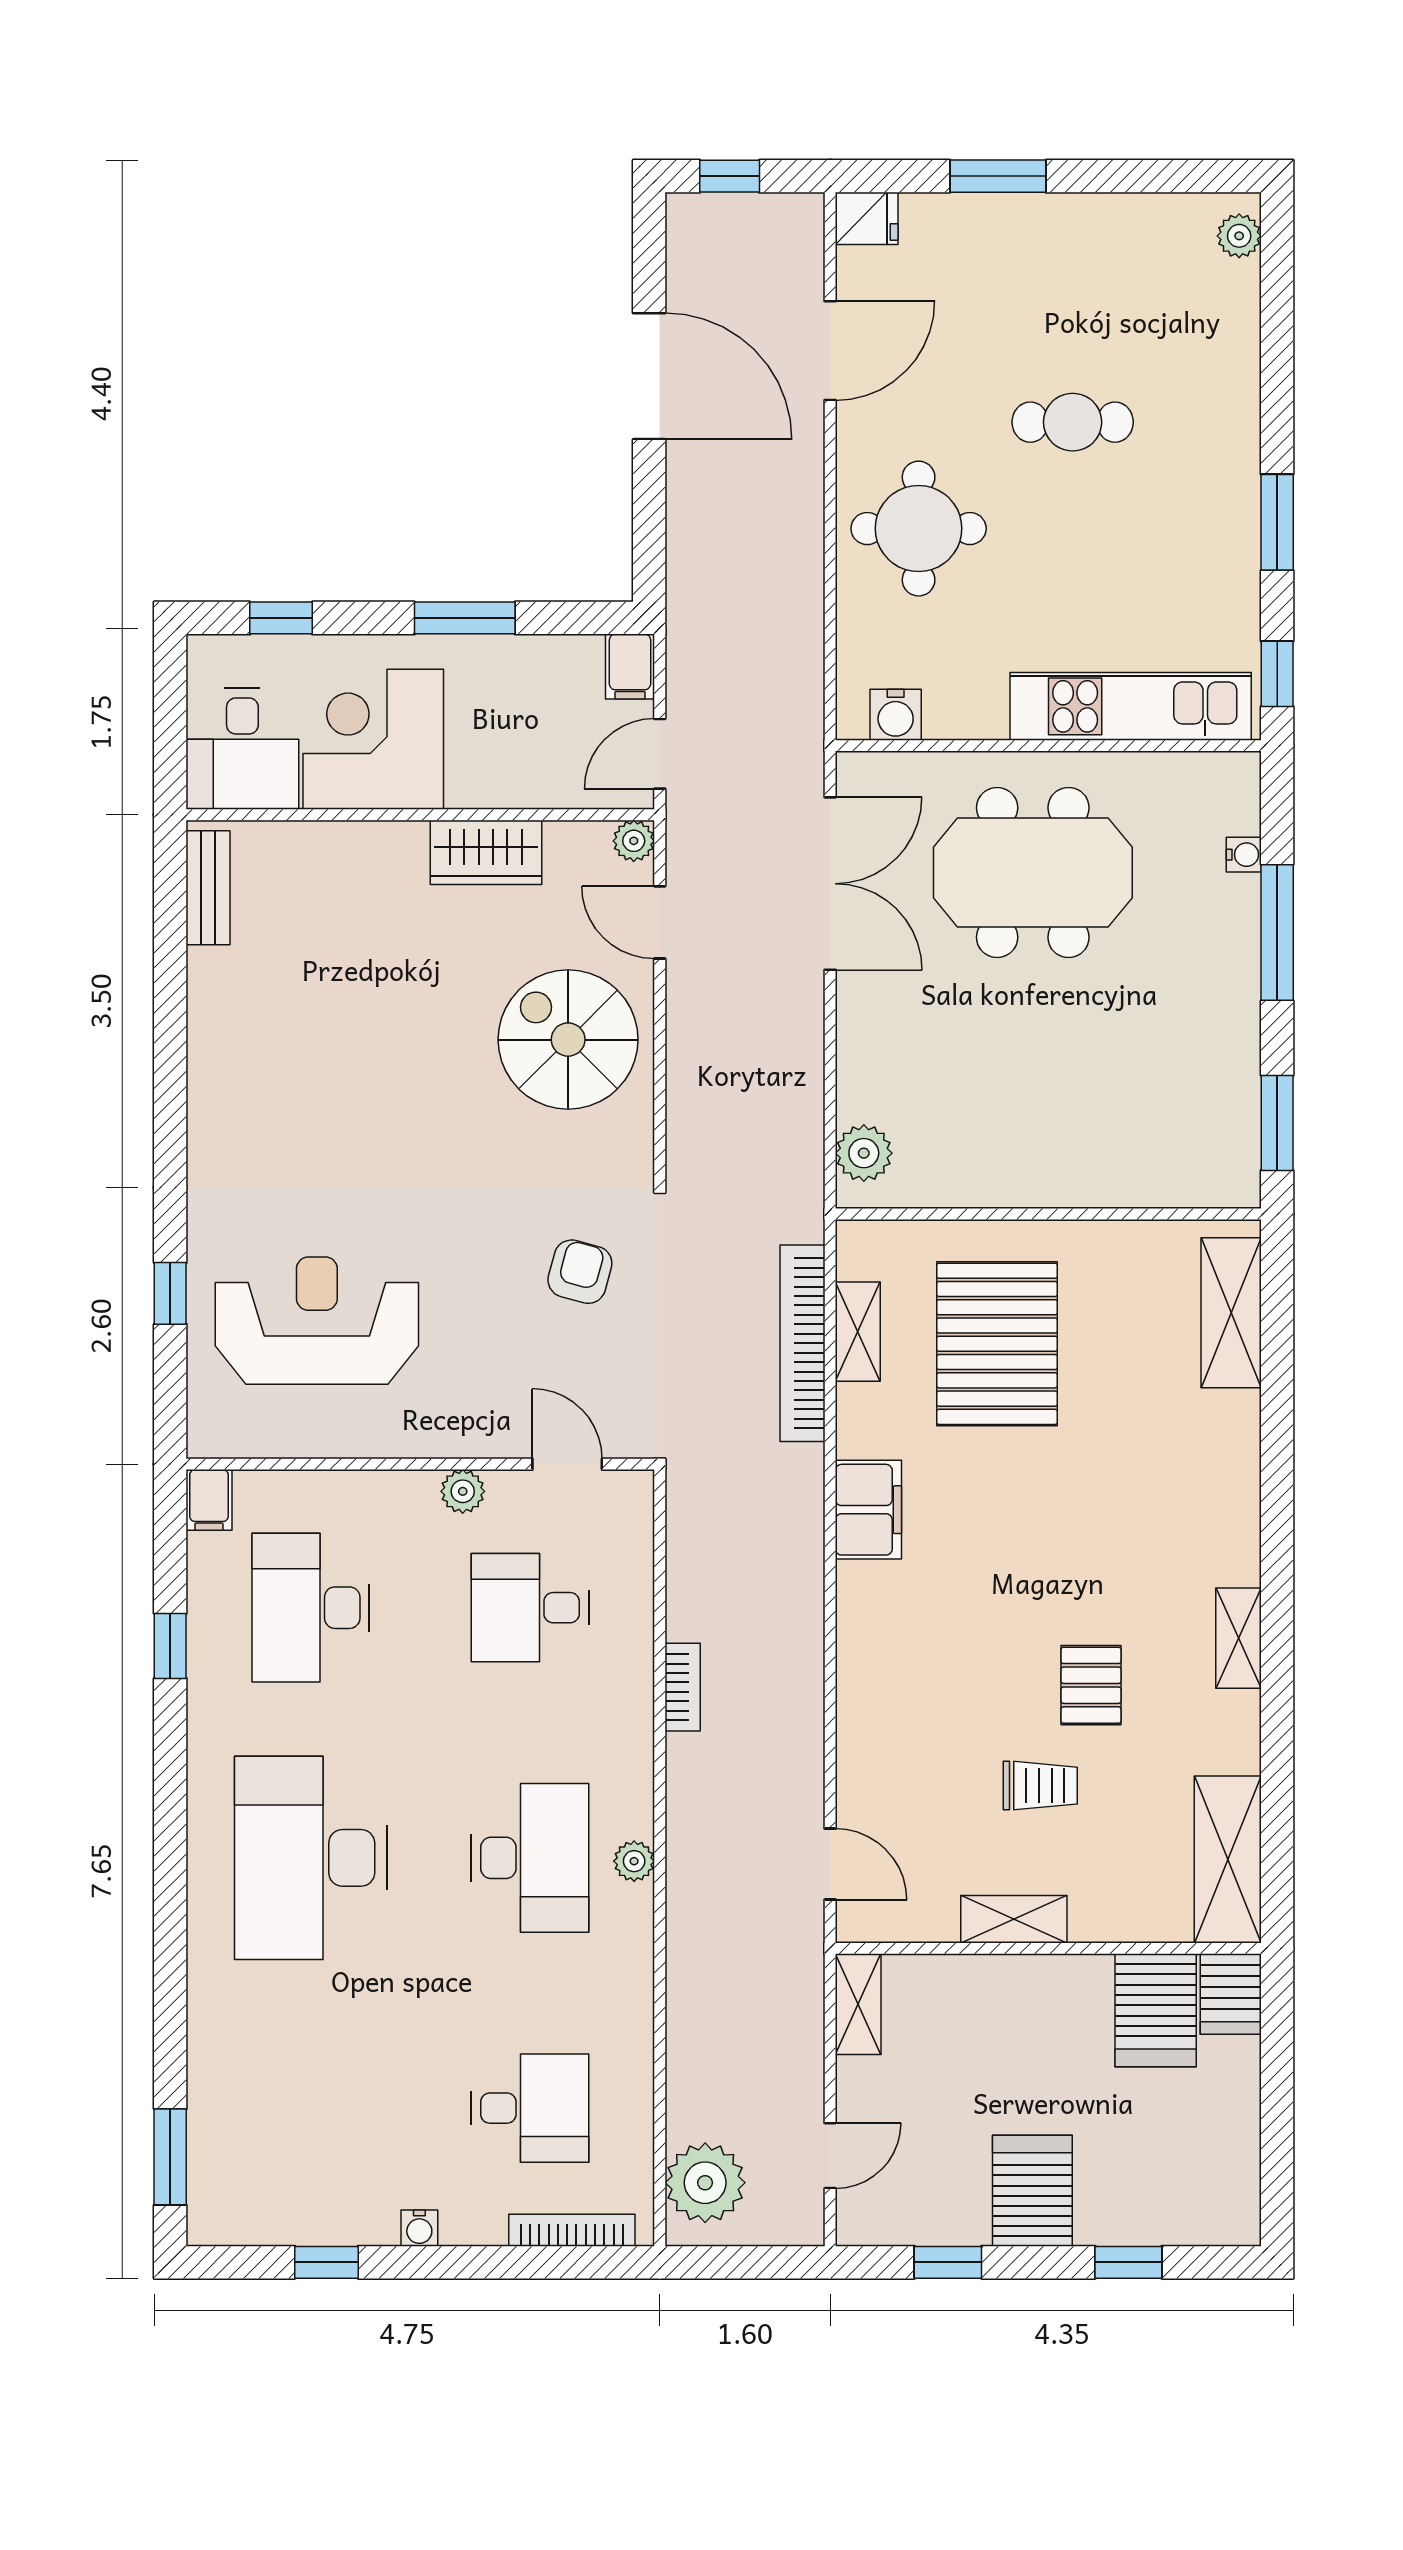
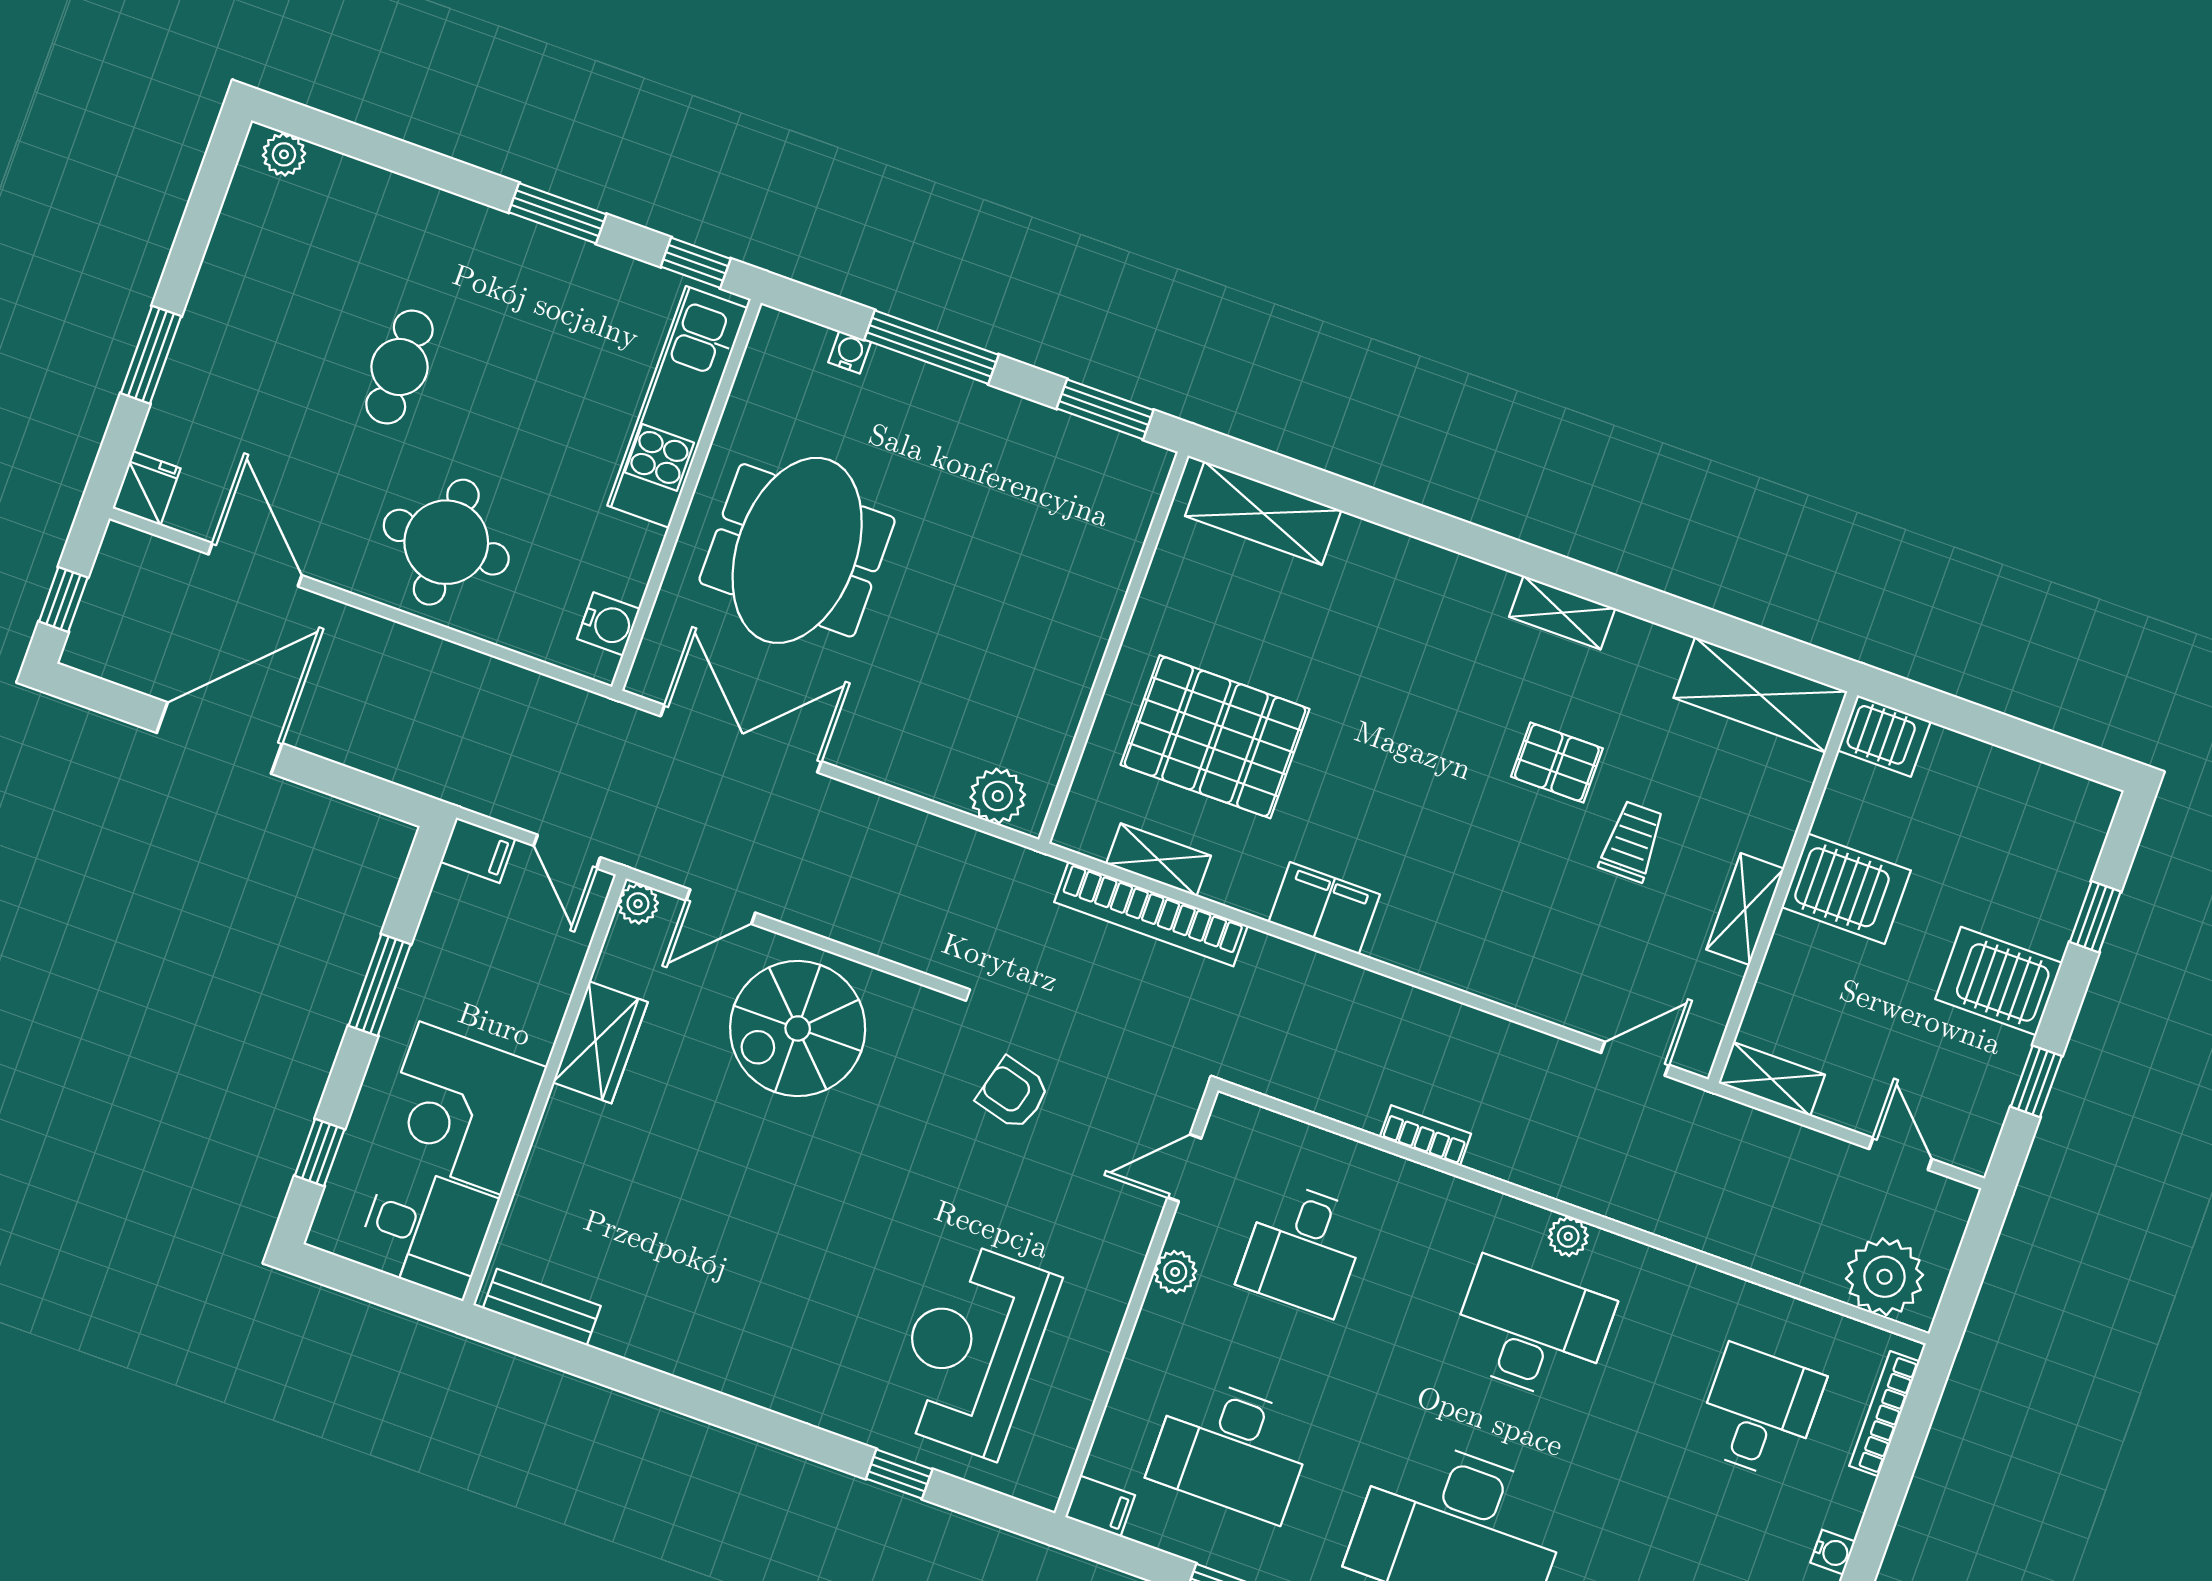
server rack: (1156, 2010) -> (1846, 889), moved

